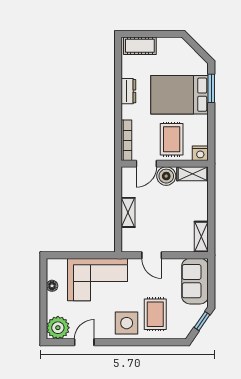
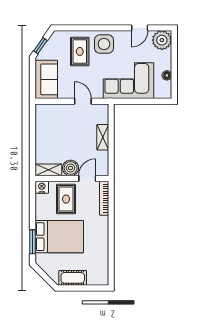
cot: (140, 46) -> (73, 278), moved
dresser: (128, 91) -> (102, 240), removed
shelving: (201, 237) -> (41, 117), removed

